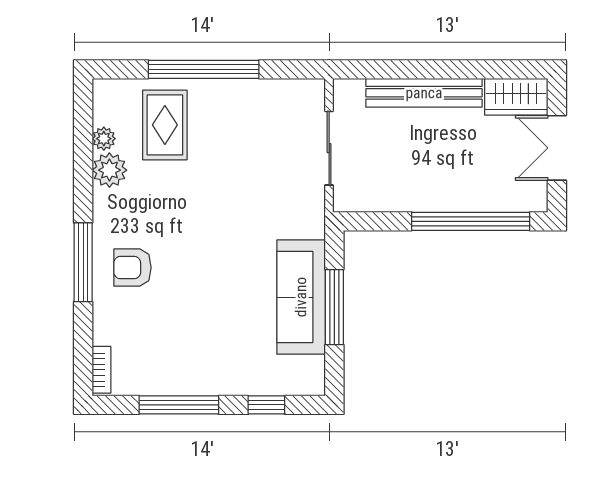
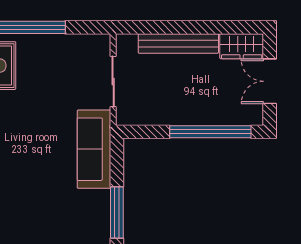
sofa: (301, 297) -> (94, 149), moved
window: (334, 307) -> (117, 213), moved

